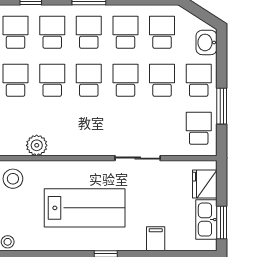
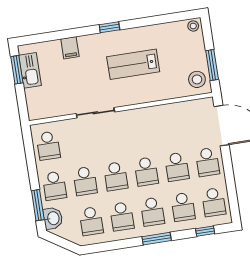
window: (222, 106) -> (38, 205), moved
plant: (37, 145) -> (181, 110), removed
fridge: (205, 184) -> (36, 100), removed
lab bench: (85, 208) -> (133, 64), width x0.73, depth x0.72

